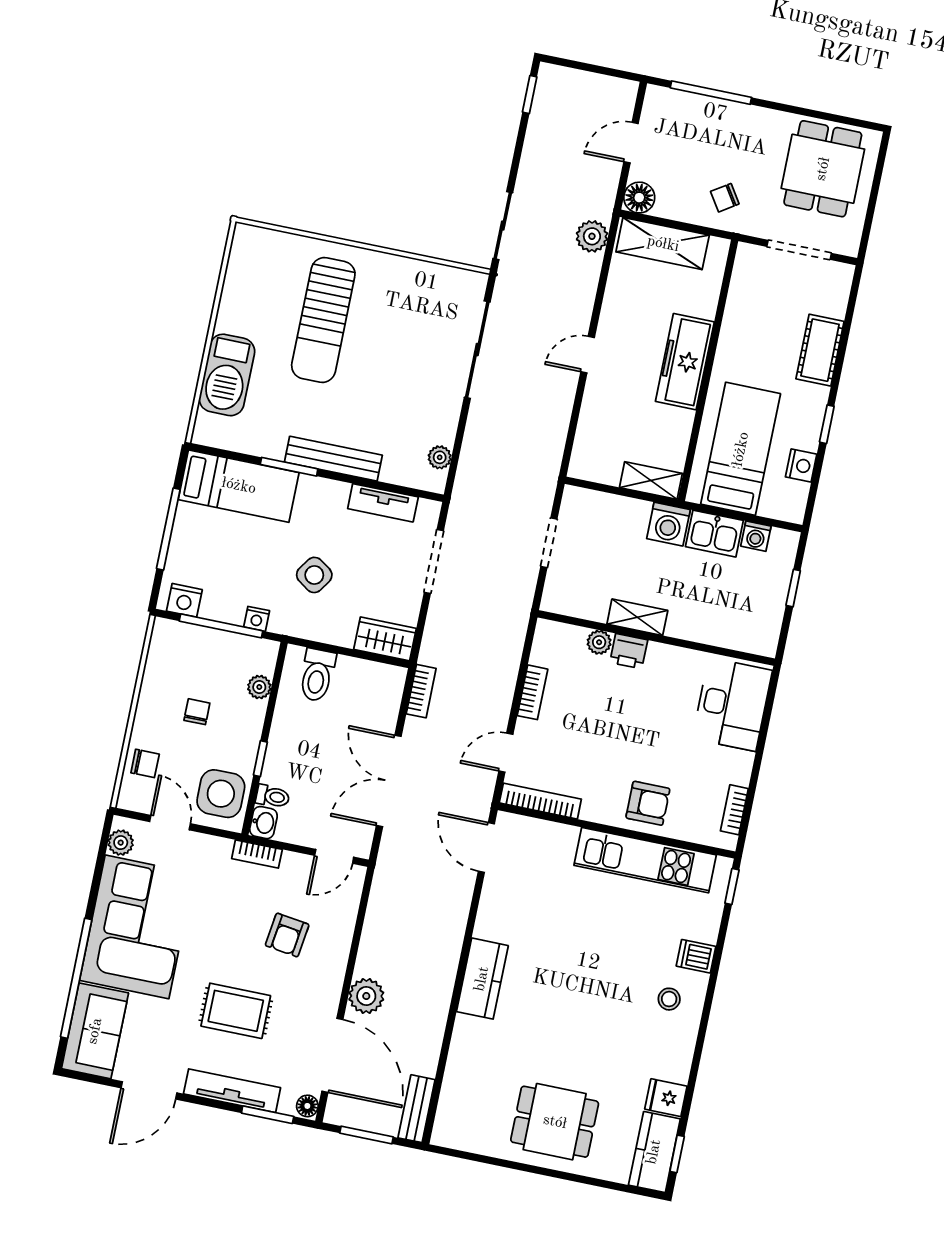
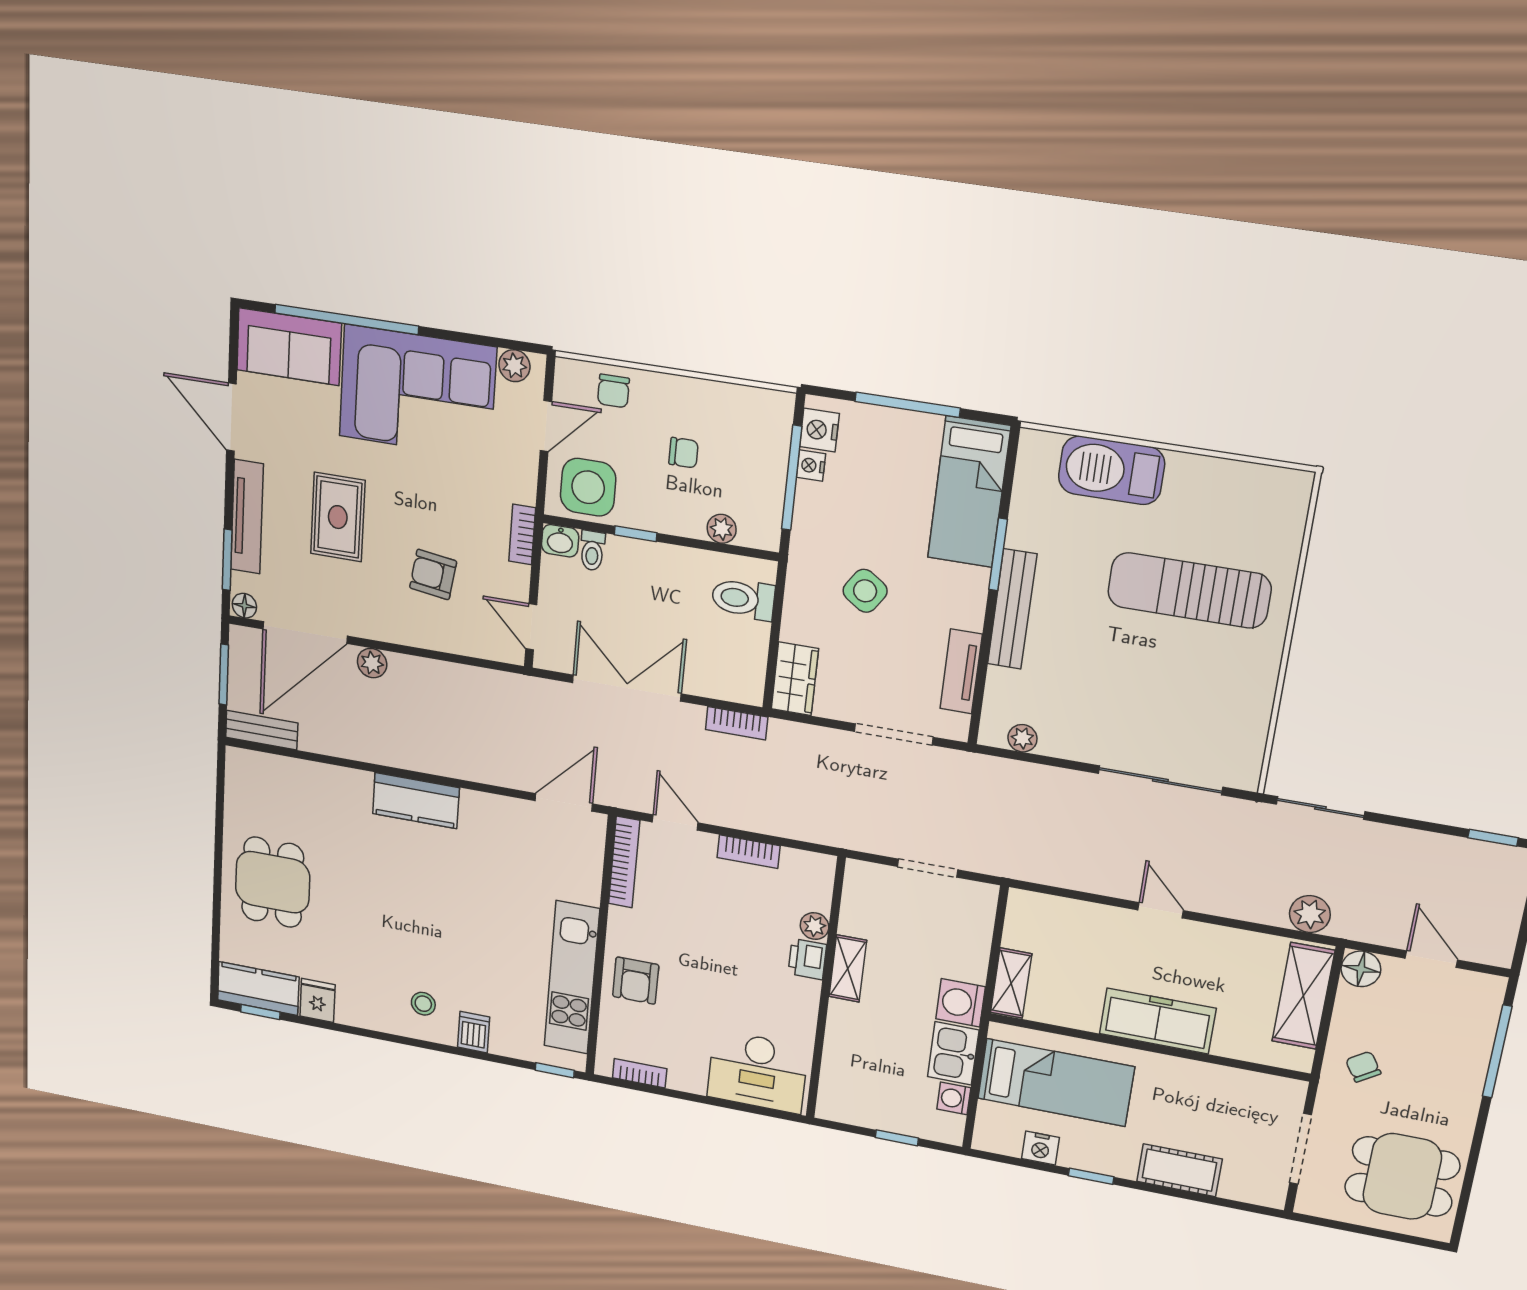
nightstand: (257, 619) -> (811, 466), moved
plant: (366, 996) -> (372, 663), width x0.73, depth x0.73

